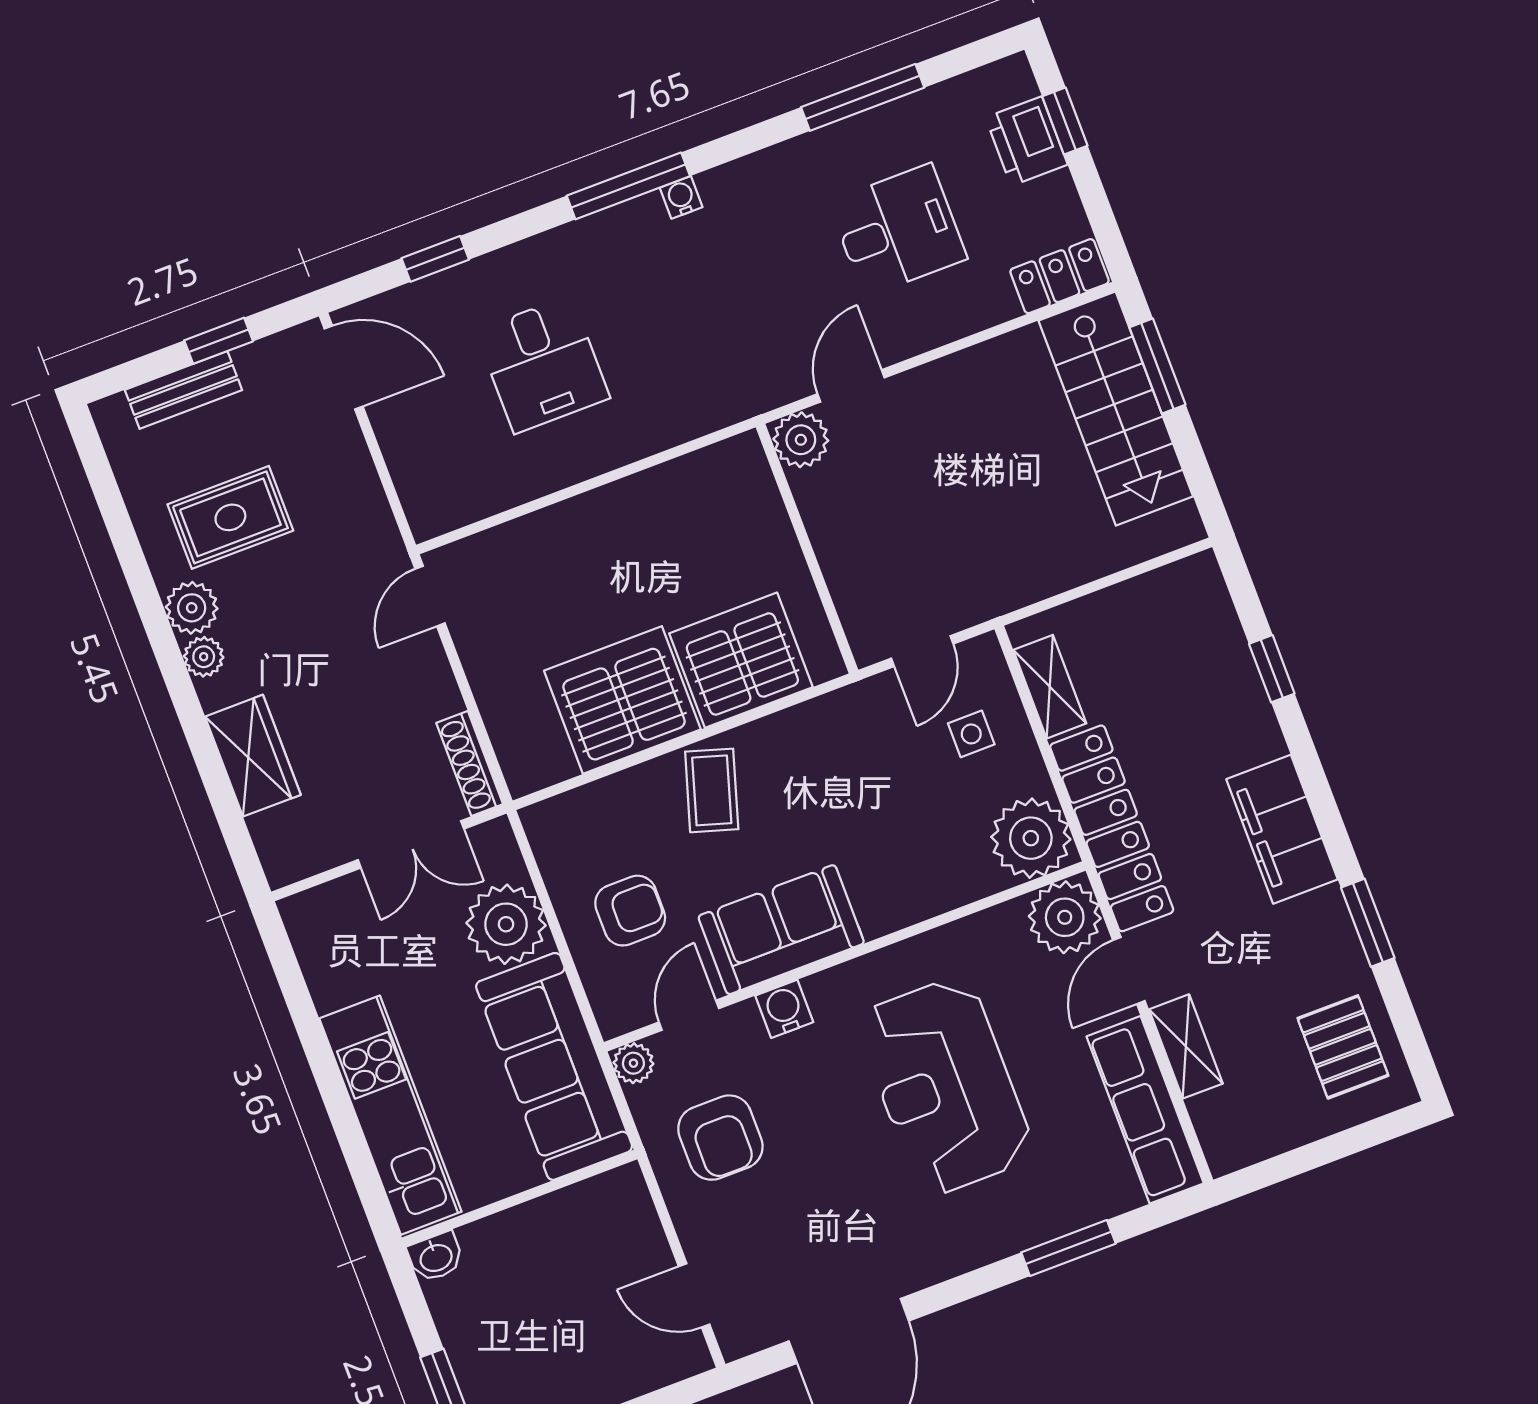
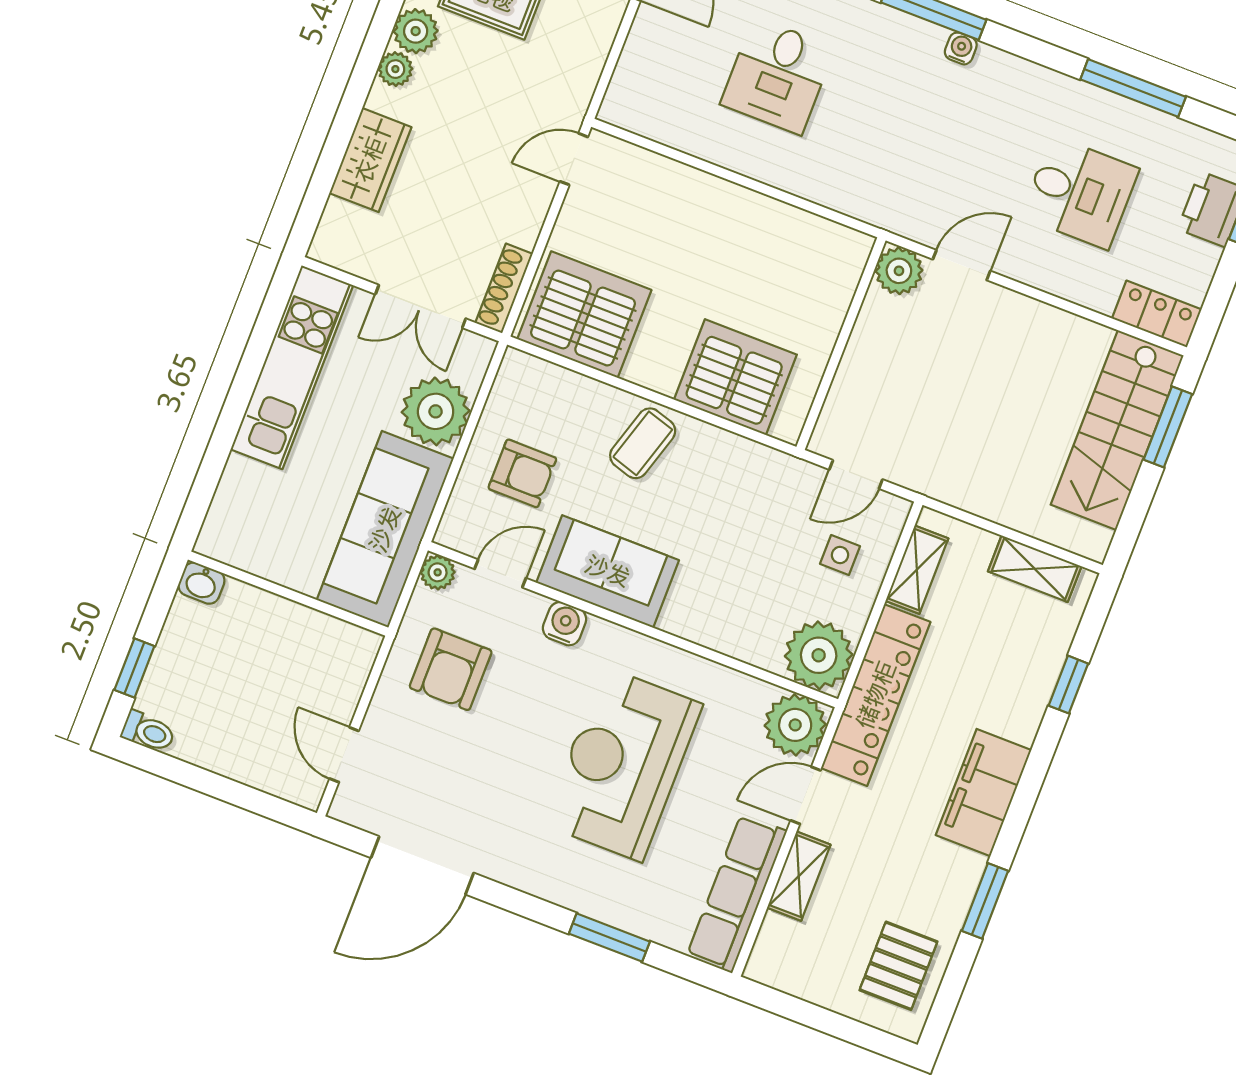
shelving: (1152, 594) -> (1035, 569), added
server rack: (622, 700) -> (584, 315), moved
kitchen unit: (390, 1115) -> (292, 367), moved

